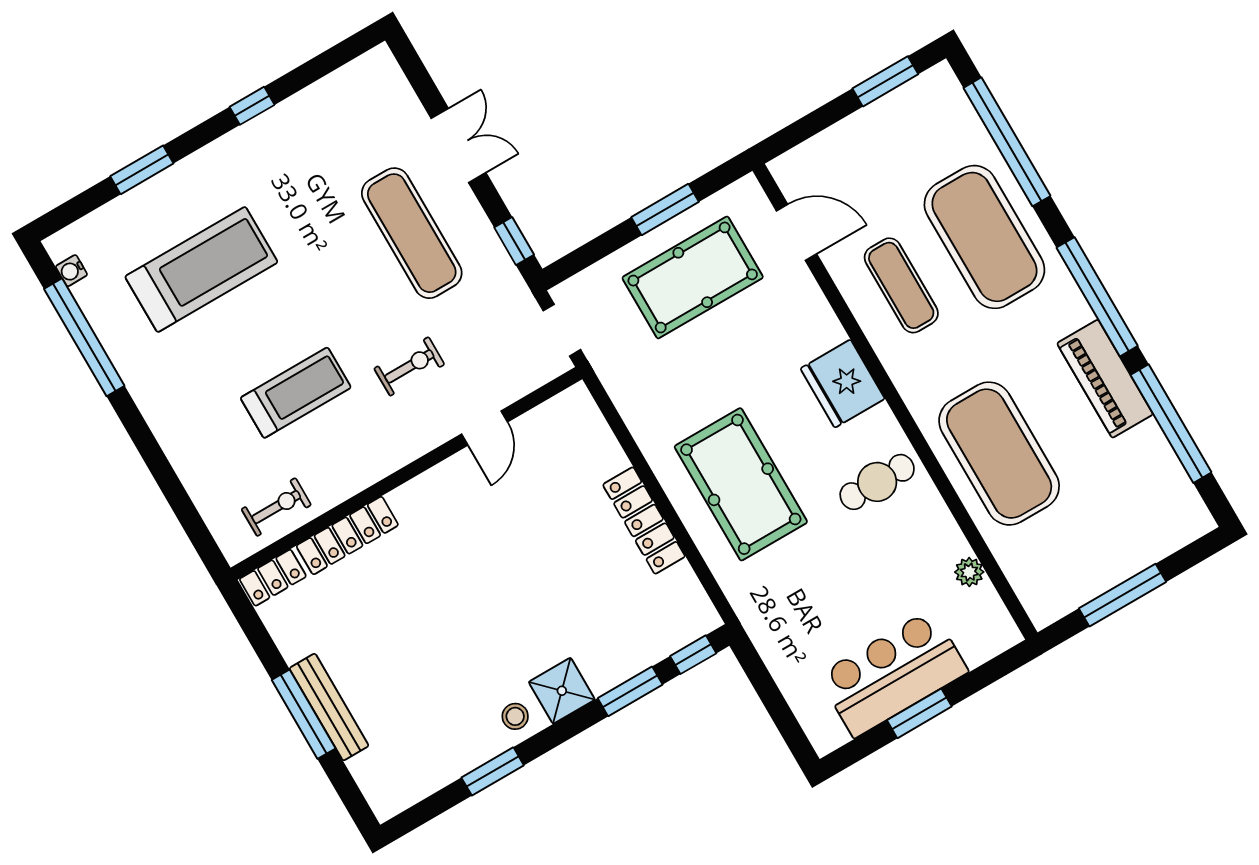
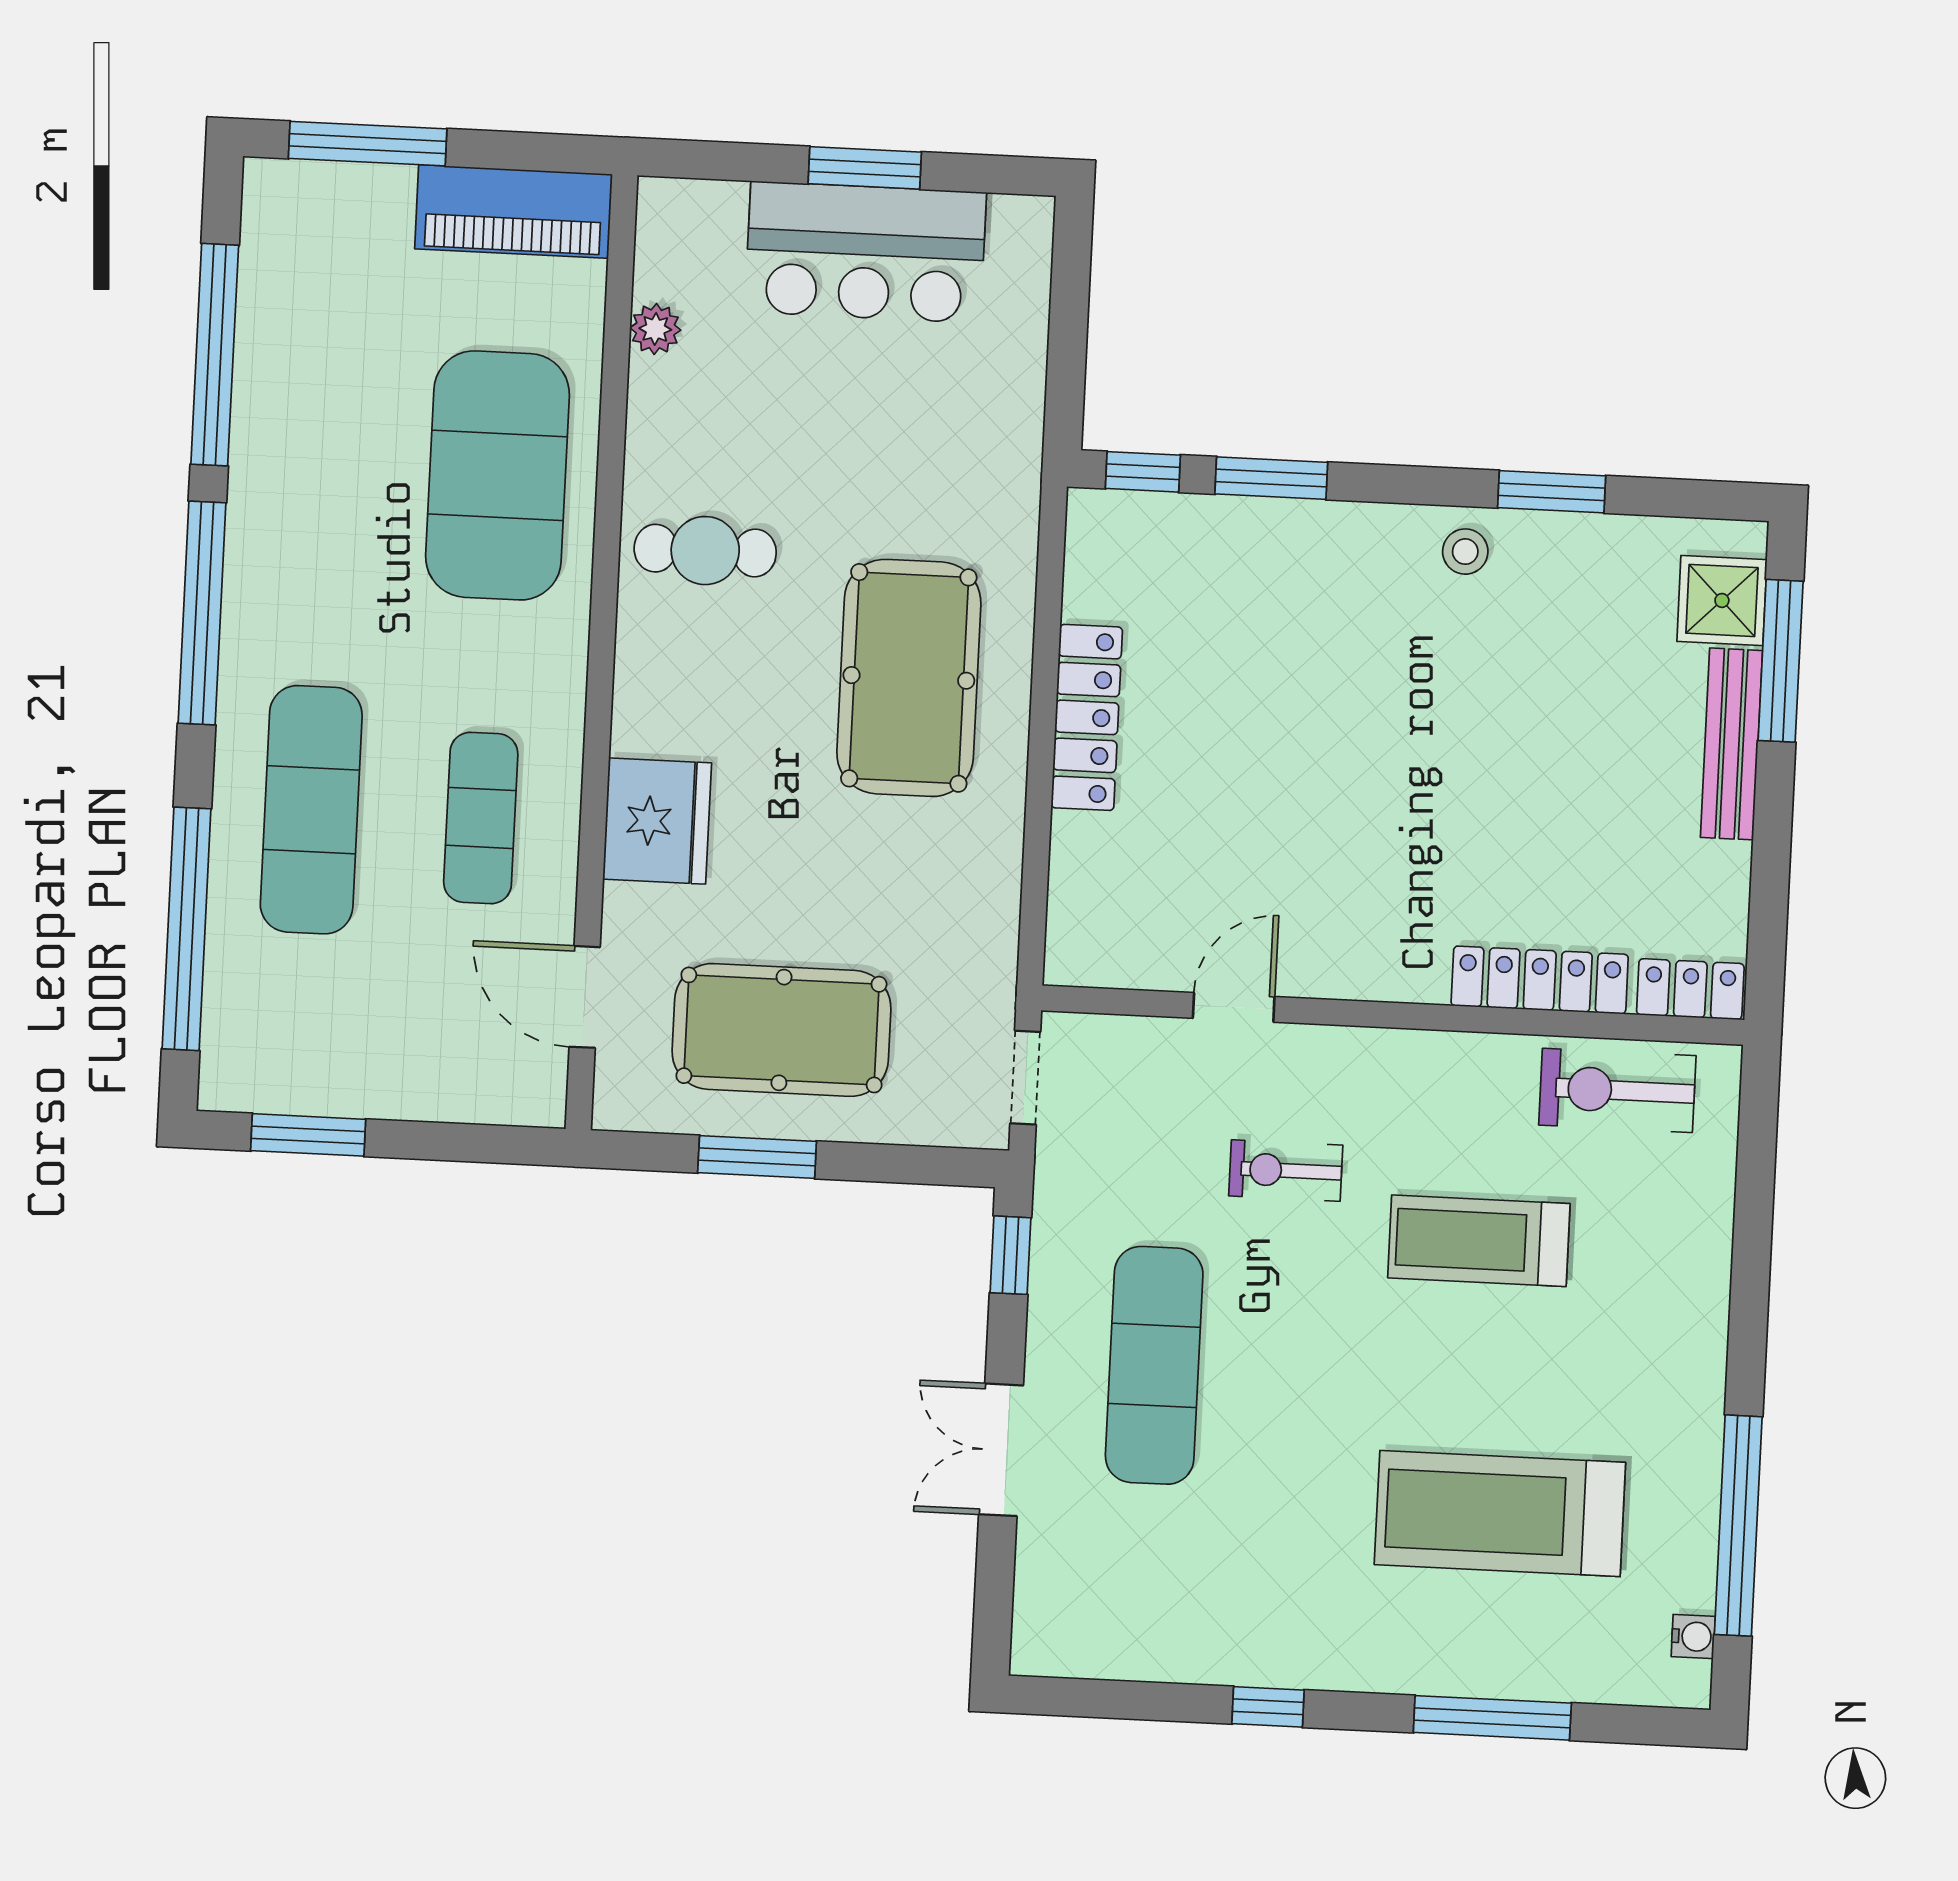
window: (142, 170) -> (1492, 1718), width x1.44
exercise mat: (984, 237) -> (311, 810), width x0.68
piano: (1105, 379) -> (514, 212), moved, turned 90
fridge: (843, 384) -> (657, 821), moved
exercise bike: (276, 507) -> (1617, 1090), width x1.38, depth x1.39
window: (1122, 595) -> (368, 144), moved
shower: (562, 691) -> (1722, 600), moved
window: (304, 714) -> (1781, 661), moved

